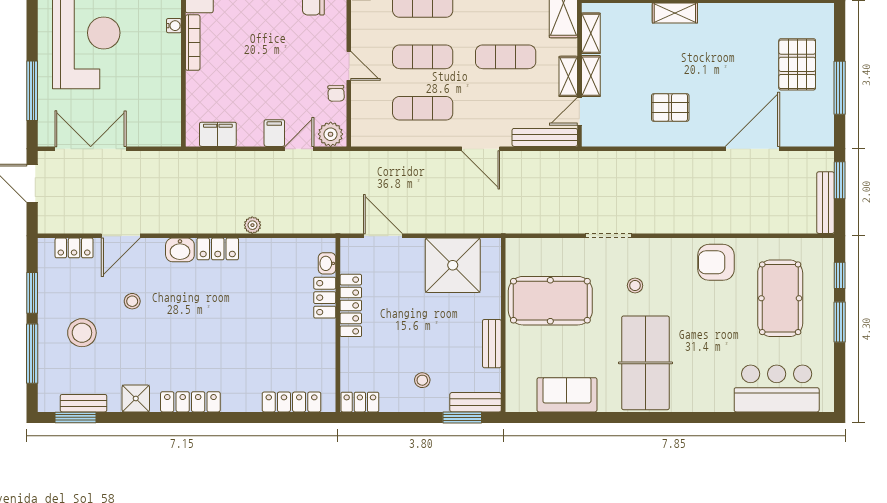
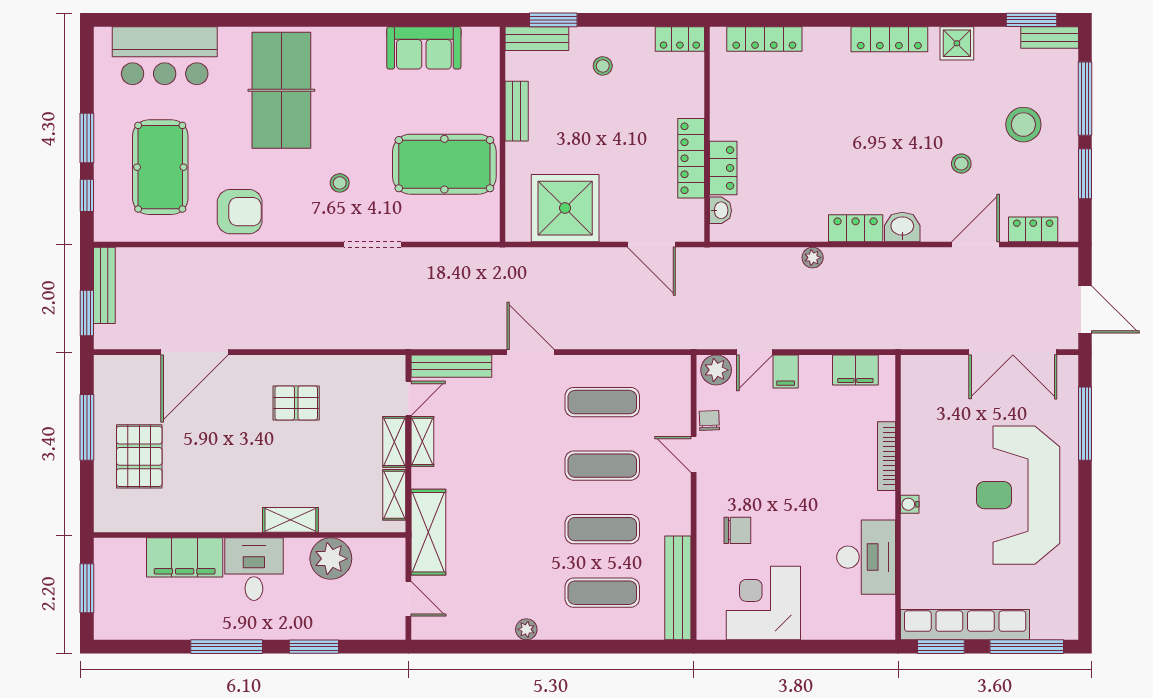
bookcase: (193, 43) -> (887, 456), moved
exercise mat: (506, 57) -> (500, 466), removed
table tennis table: (645, 363) -> (281, 90), moved
bench: (84, 403) -> (1050, 38), moved

